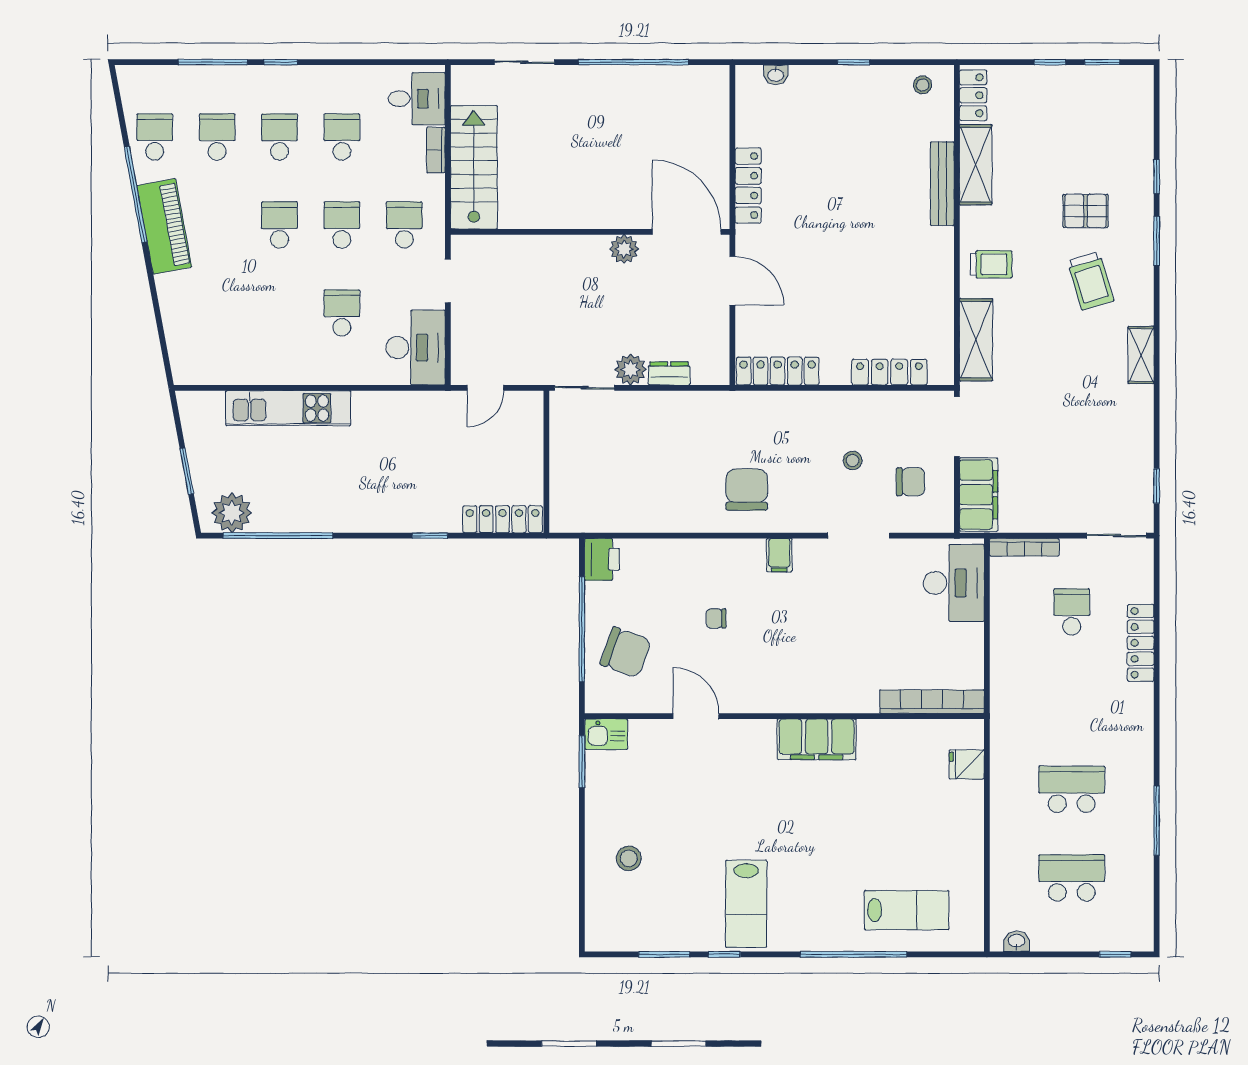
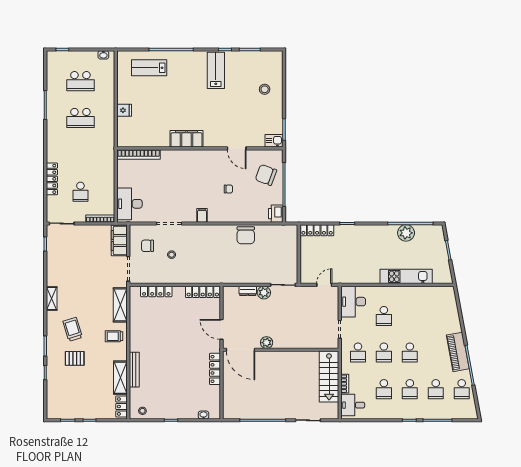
chair: (747, 490) -> (246, 235), moved
plant: (232, 513) -> (406, 233), moved
fridge: (967, 764) -> (124, 110), moved

